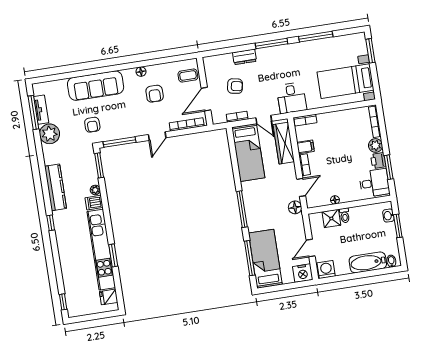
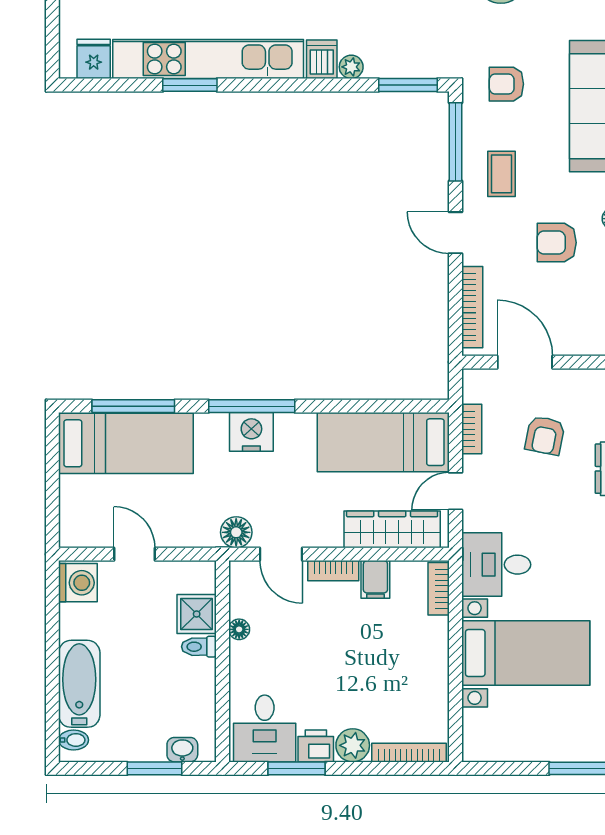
coffee table: (188, 76) -> (502, 174), moved
bed with nightstands: (345, 81) -> (526, 653), moved, turned 90
nightstand: (303, 273) -> (251, 432), moved, turned 90

